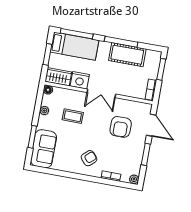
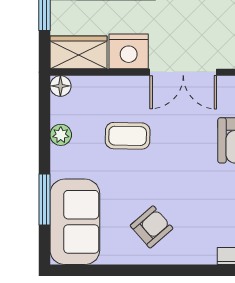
armchair: (89, 158) -> (152, 227), moved

